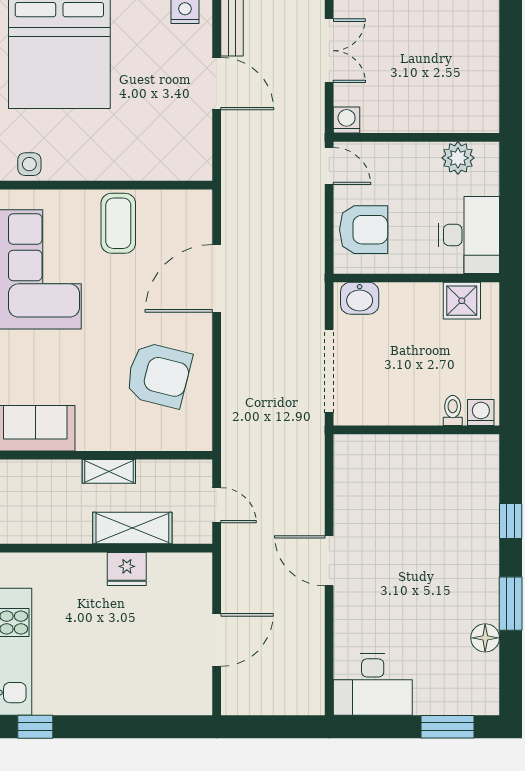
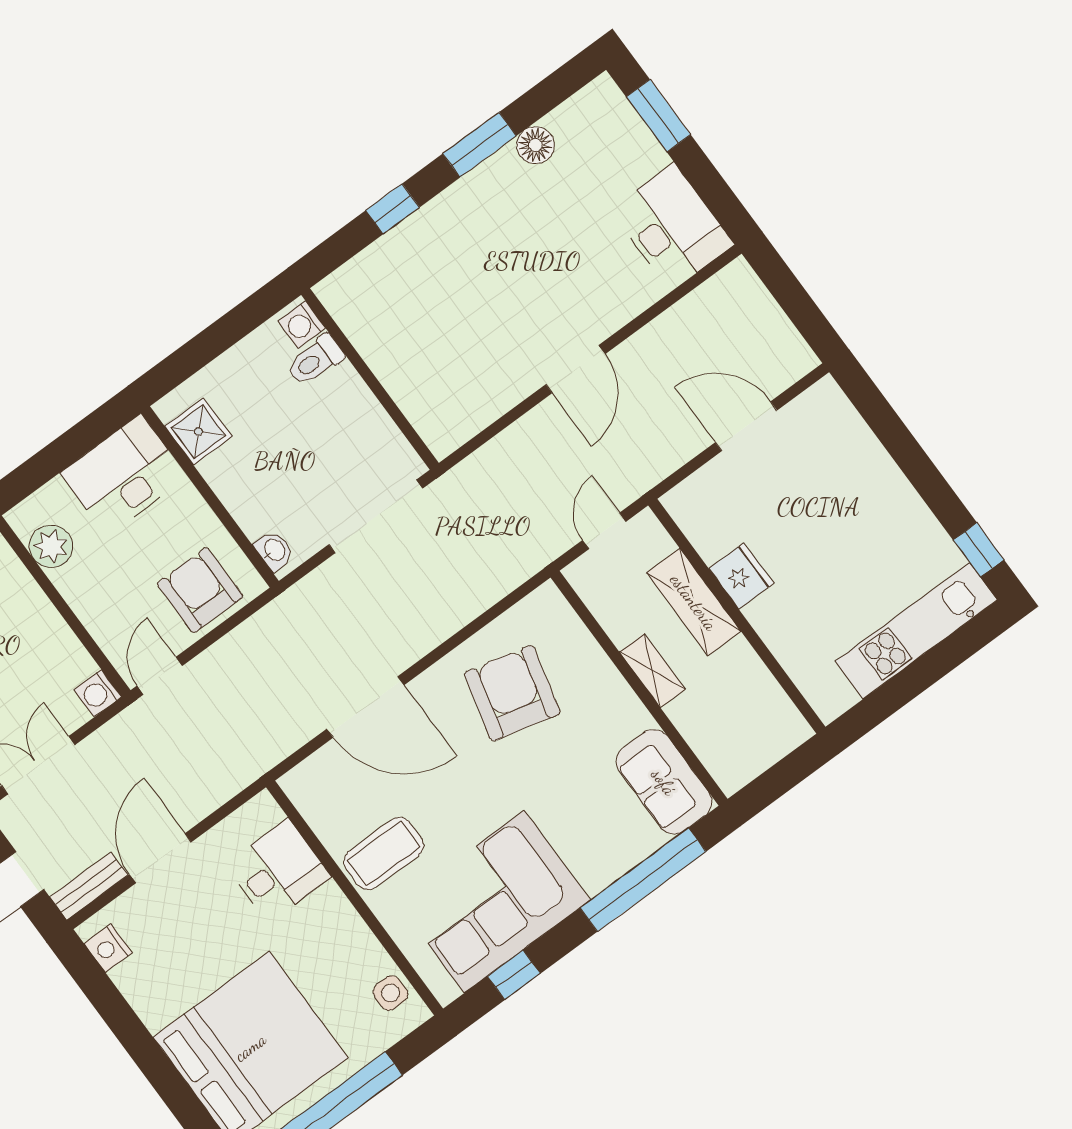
desk: (156, 150) -> (278, 871), added
washbasin: (360, 298) -> (274, 550), width x0.72, depth x0.69
toilet: (453, 411) -> (315, 360), width x1.37, depth x1.39

